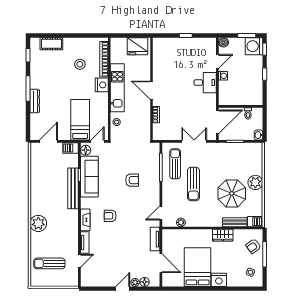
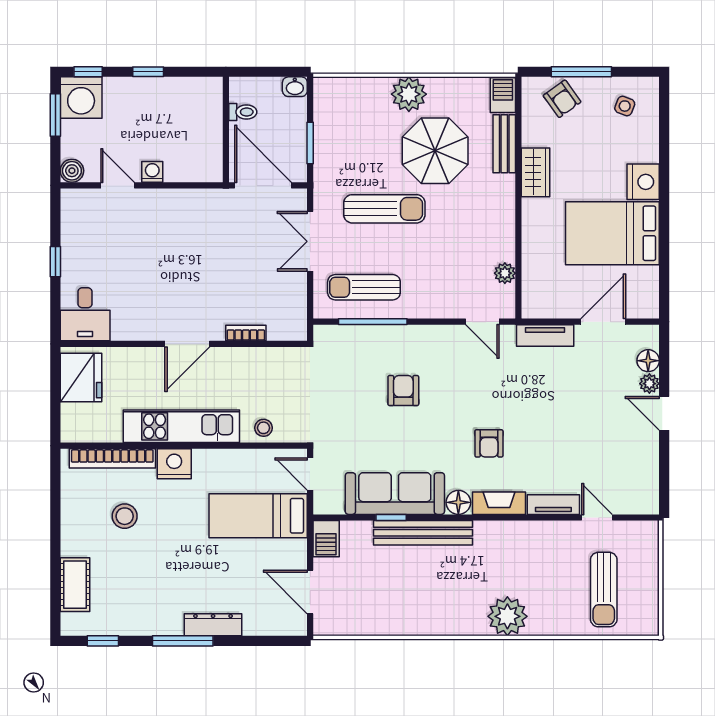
desk: (205, 83) -> (85, 314), moved, turned 180
floor lamp: (86, 150) -> (458, 502), moved
sun lounger: (193, 184) -> (384, 209), moved

